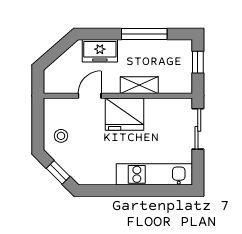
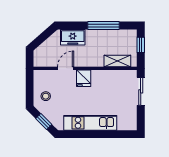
shelving: (139, 85) -> (117, 61), moved
fridge: (125, 114) -> (84, 78), width x0.53, depth x0.75
kitchen unit: (154, 174) -> (90, 123), moved

